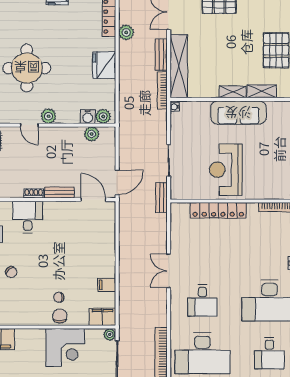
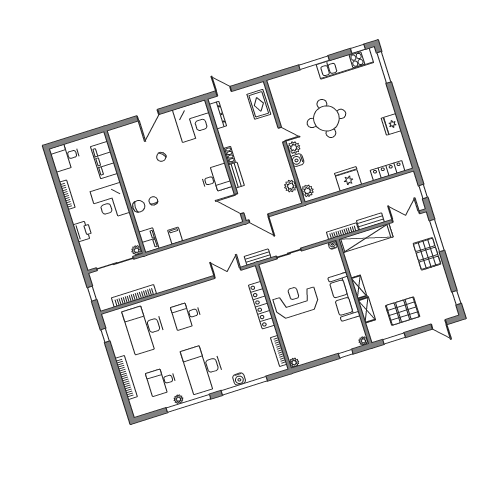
plant: (126, 32) -> (379, 188), removed
water cooler: (88, 117) -> (297, 160), moved
door: (29, 125) -> (282, 135), swing flipped
door: (93, 200) -> (239, 204), swing flipped
desk: (28, 217) -> (216, 179), moved
double door: (169, 271) -> (228, 273), moved
corner desk: (65, 348) -> (110, 202), moved

